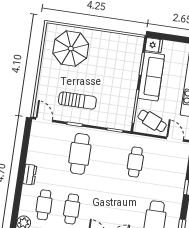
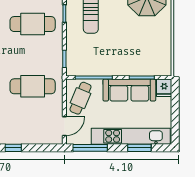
cafe table: (135, 162) -> (33, 86), width x1.37, depth x1.35

